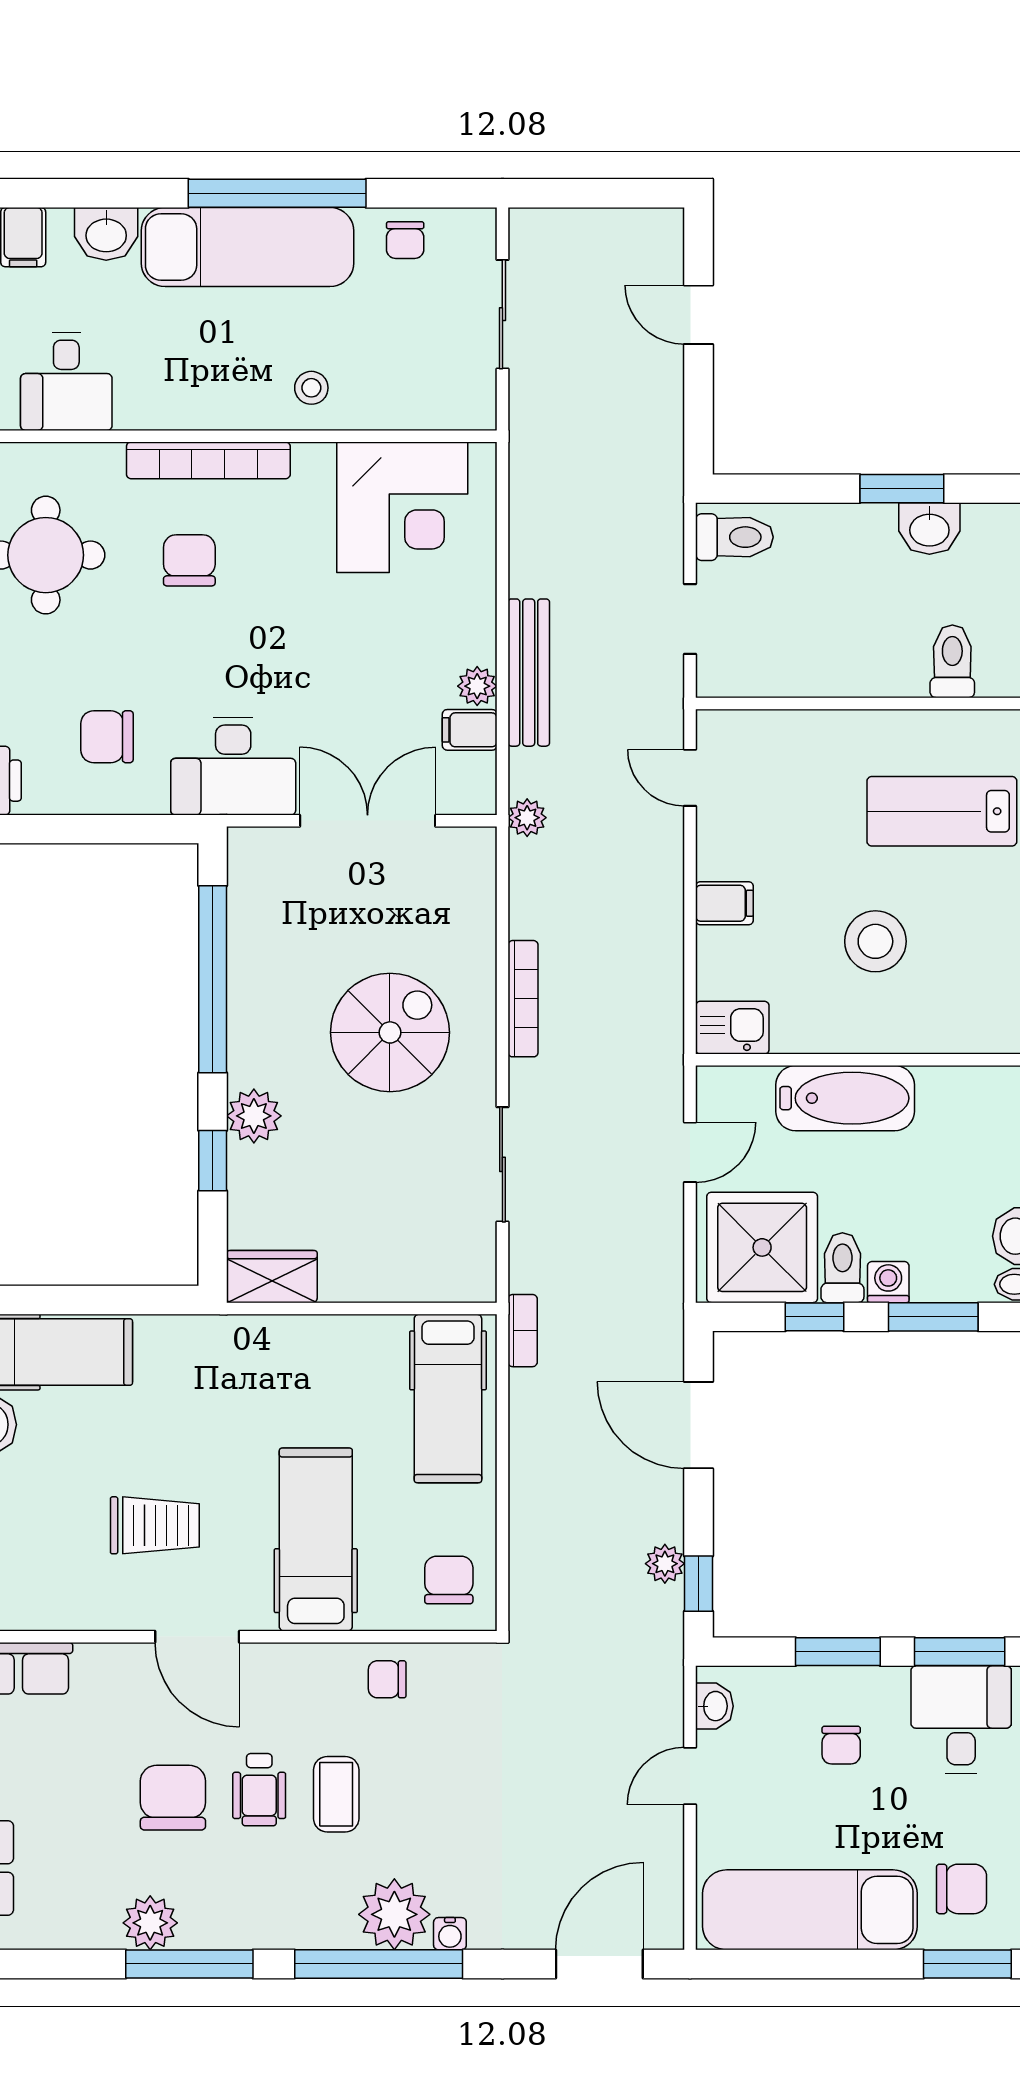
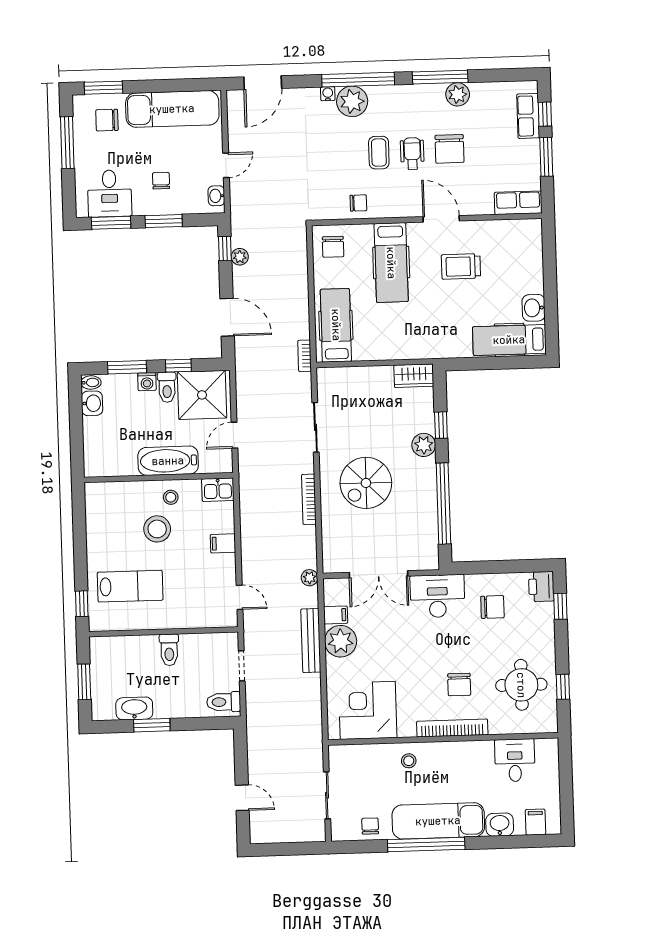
washbasin: (929, 529) -> (134, 708), width x1.38
toilet: (952, 661) -> (169, 650), moved
plant: (477, 686) -> (341, 641), width x1.87, depth x1.87
stool: (842, 1013) -> (171, 497), added

